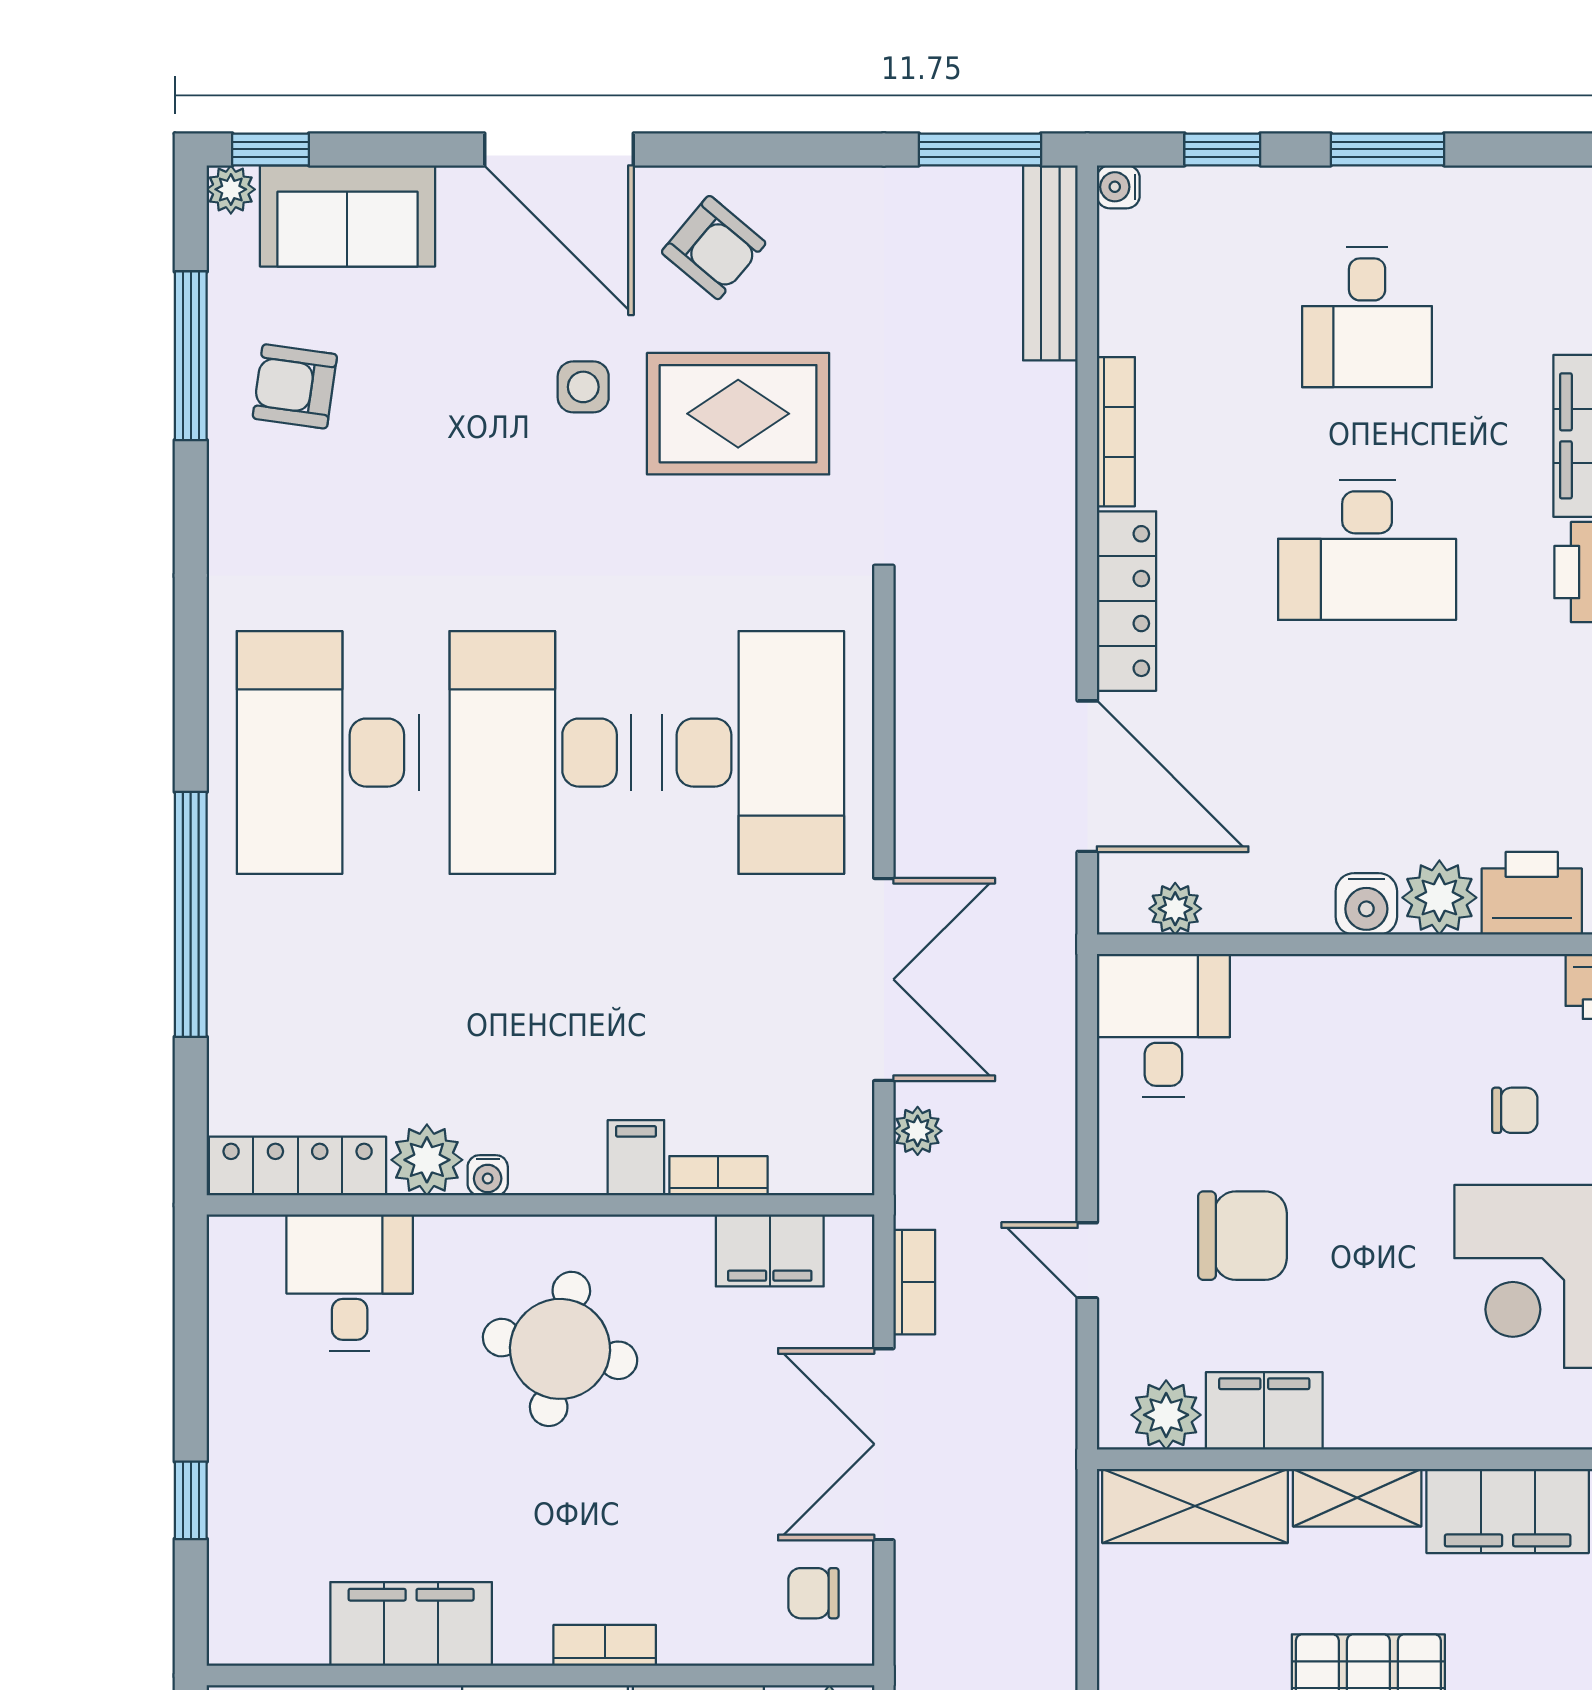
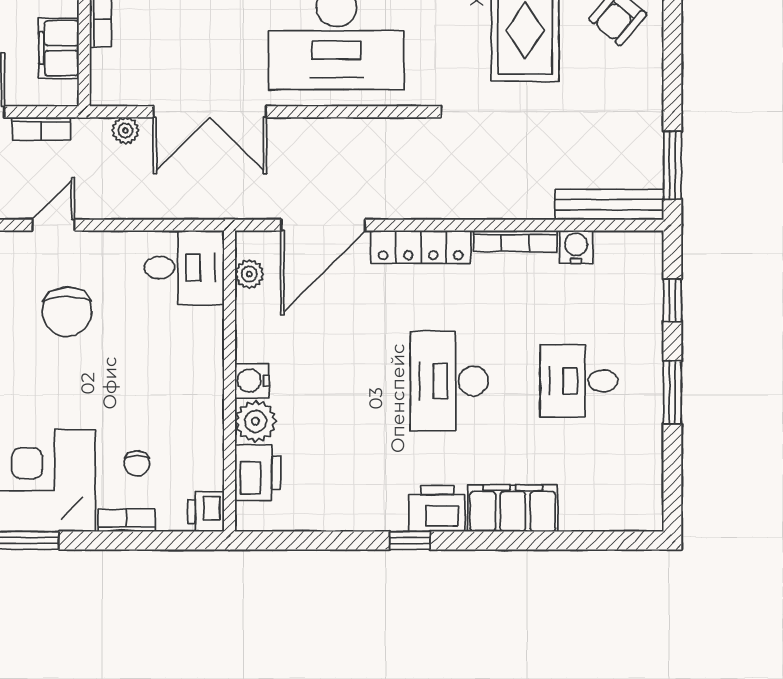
water cooler: (1118, 187) -> (576, 247), moved, width x1.38, depth x1.38

